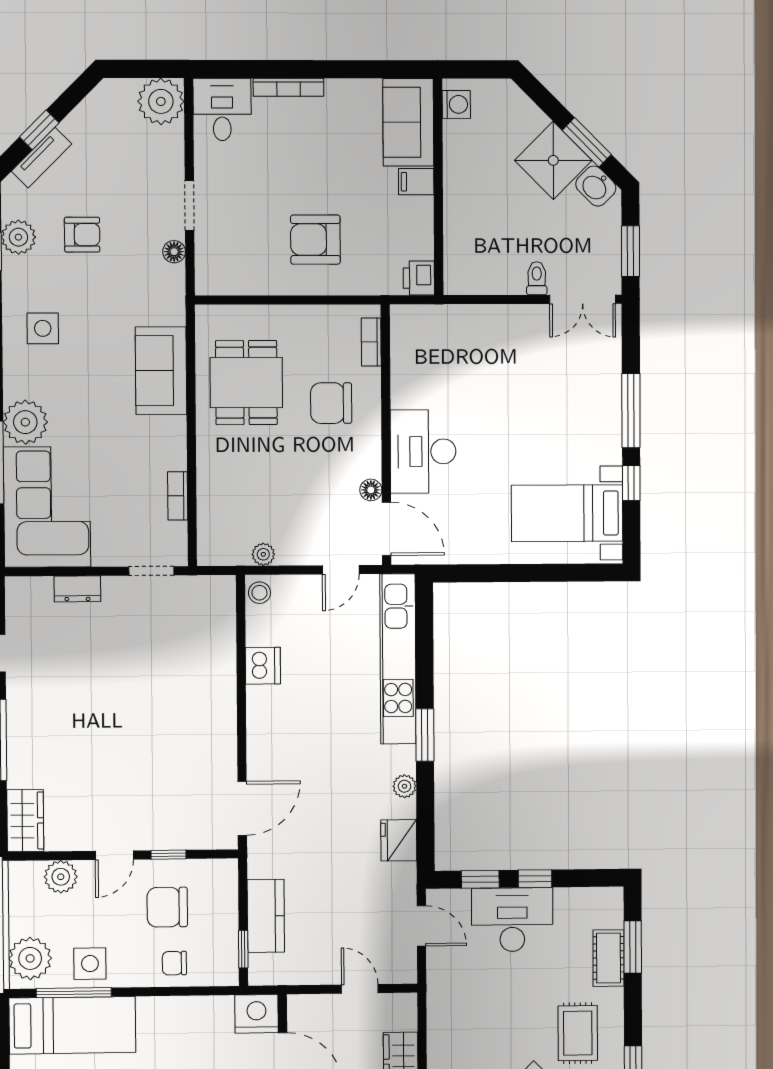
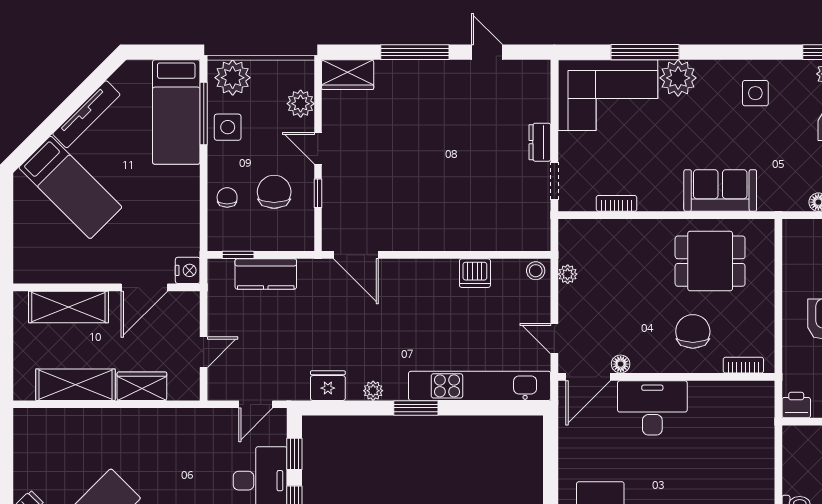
dresser: (77, 589) -> (540, 142), moved
nightstand: (257, 1014) -> (188, 270), width x0.74, depth x0.75

